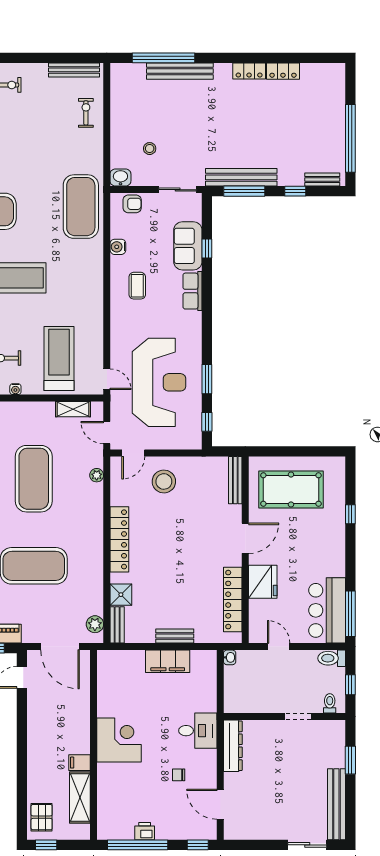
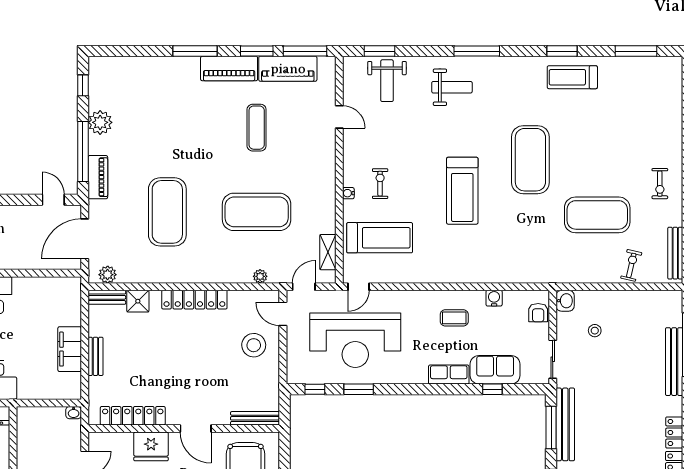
exercise bike: (86, 113) -> (631, 265), turned -77
exercise mat: (81, 207) -> (597, 215), moved

